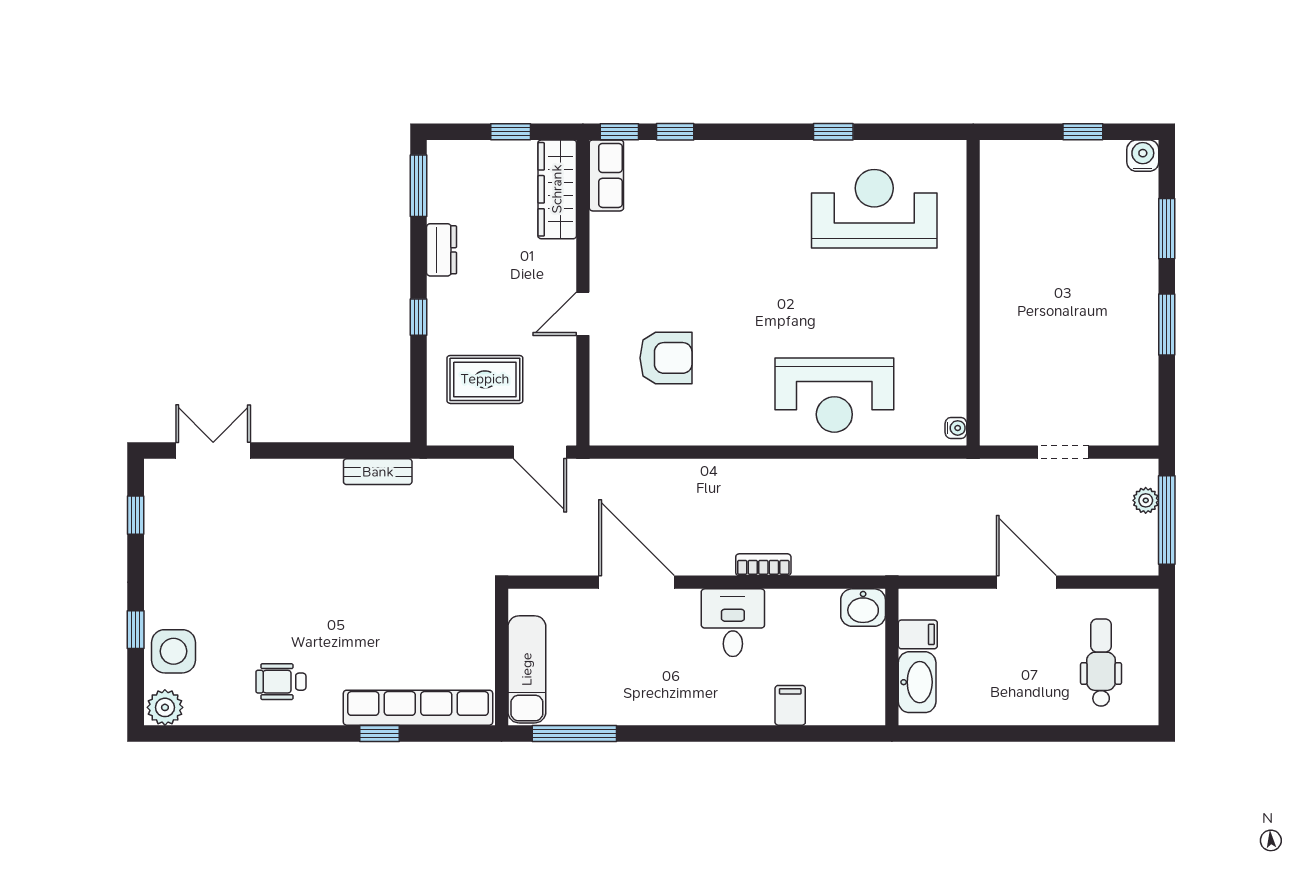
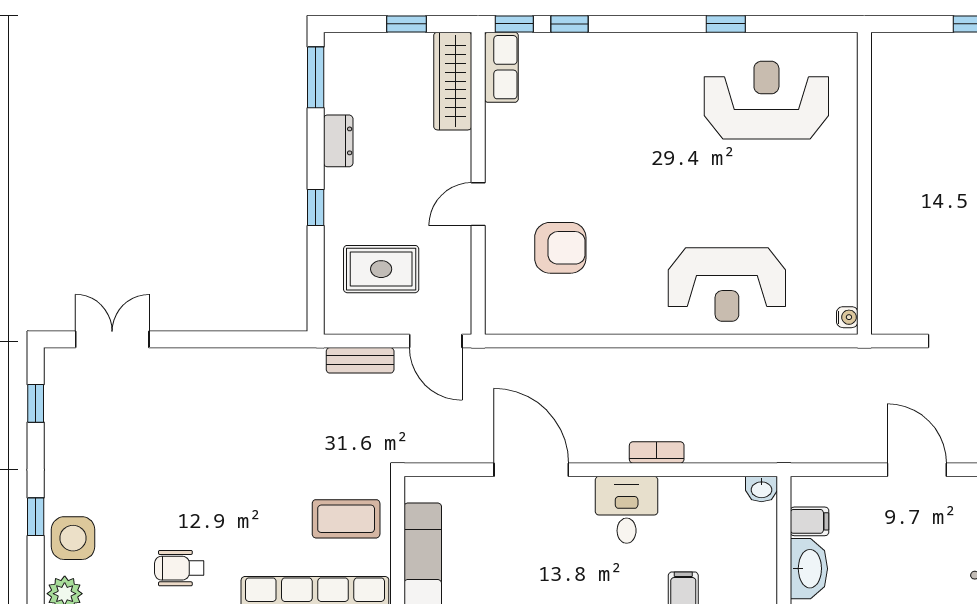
bench: (378, 472) -> (360, 360), moved
washbasin: (863, 608) -> (761, 489), width x0.72, depth x0.69
coffee table: (449, 632) -> (346, 519), added

